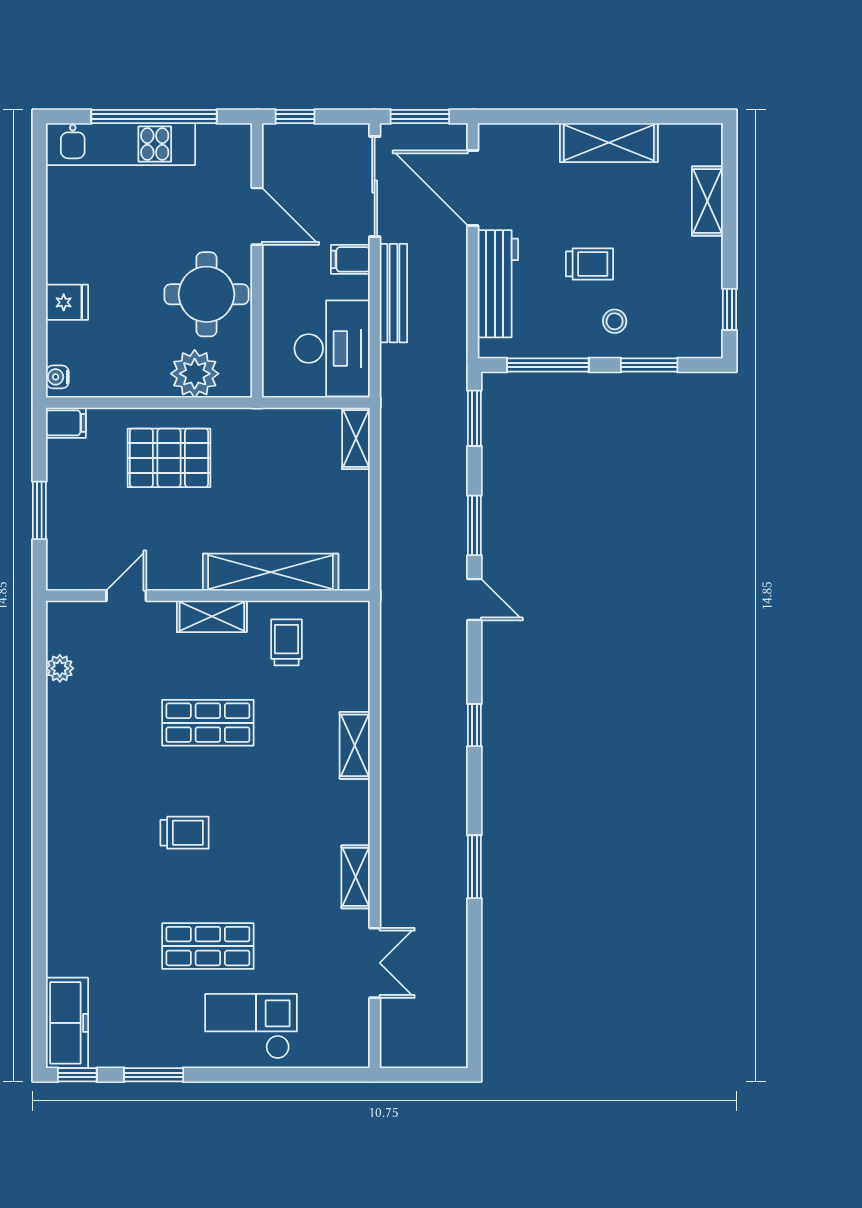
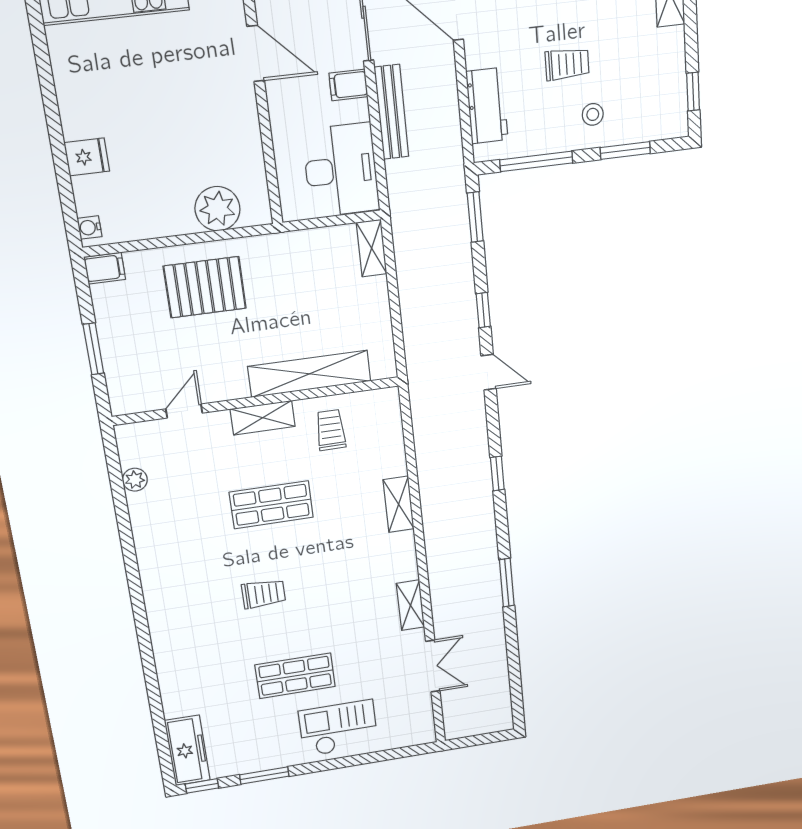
workbench: (498, 284) -> (487, 106), width x0.73
round table: (207, 294) -> (218, 134), removed
window: (474, 525) -> (483, 310), width x0.67

